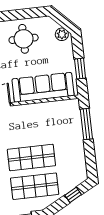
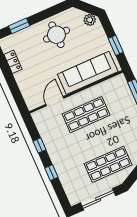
shop shelf: (31, 158) -> (86, 115), moved

